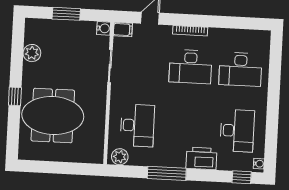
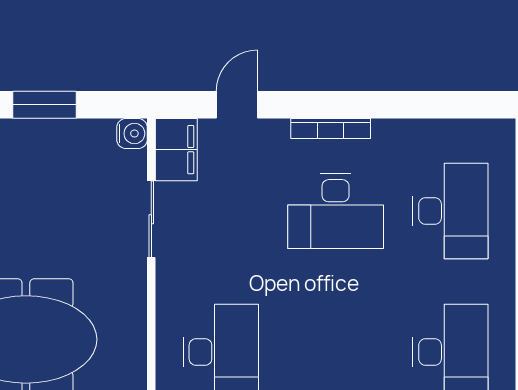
filing cabinet: (123, 30) -> (176, 150), width x2.00
desk: (240, 69) -> (450, 211), turned -90

